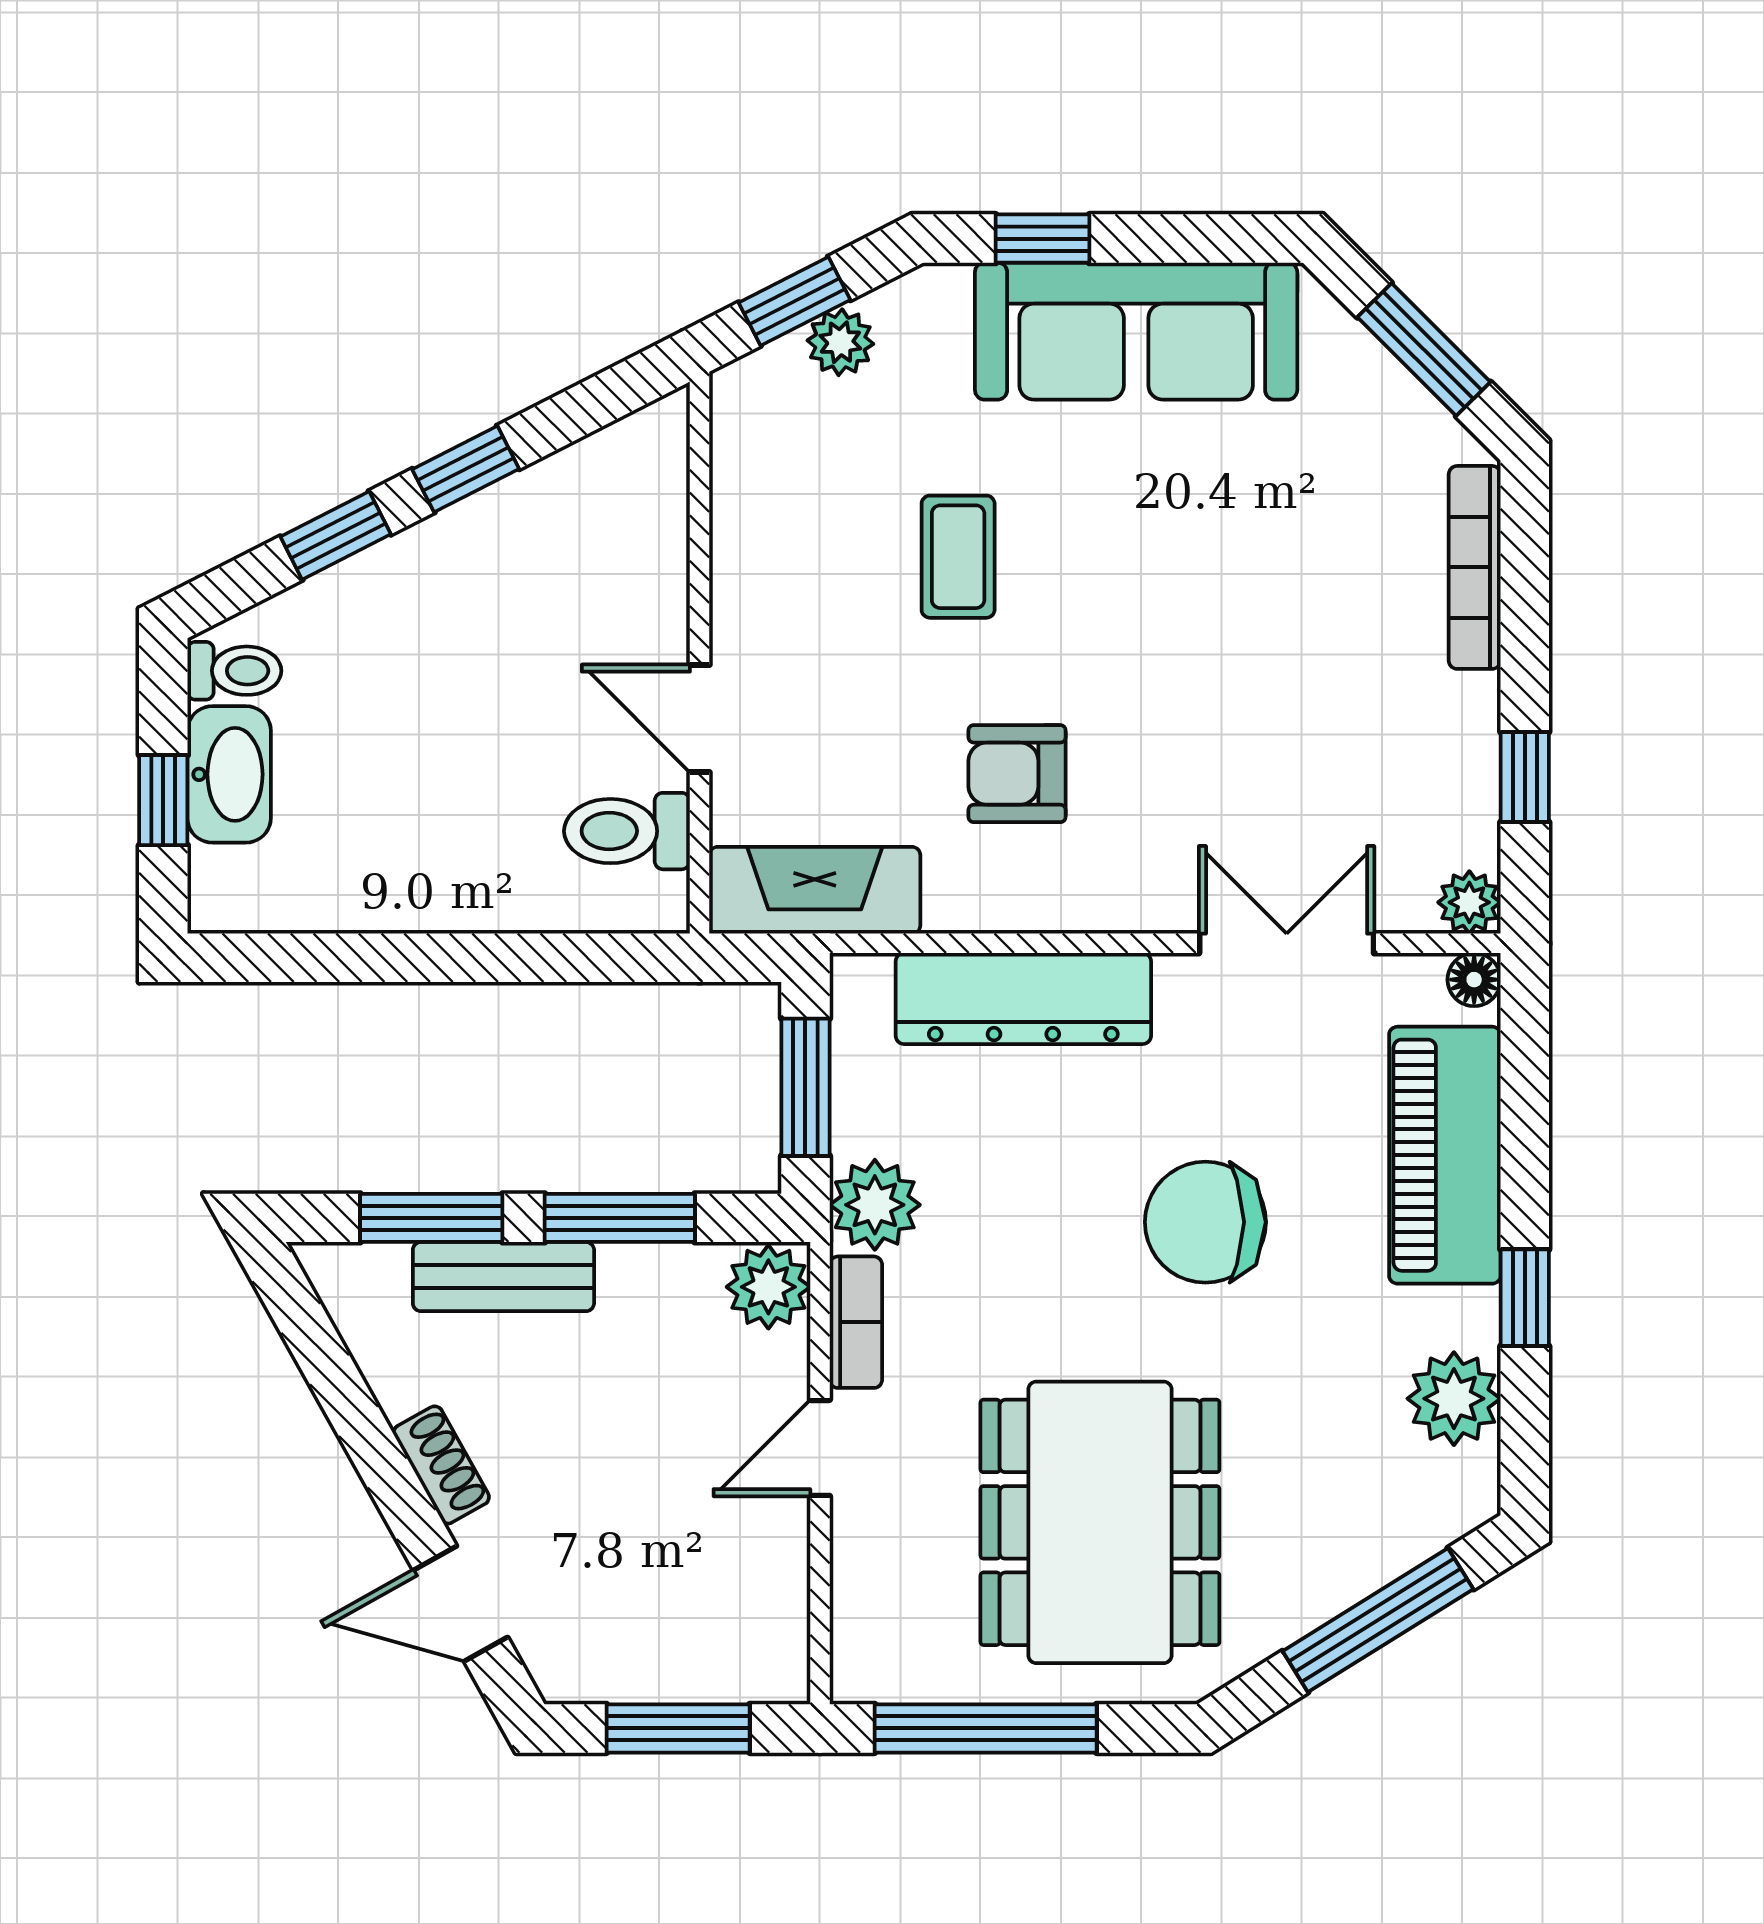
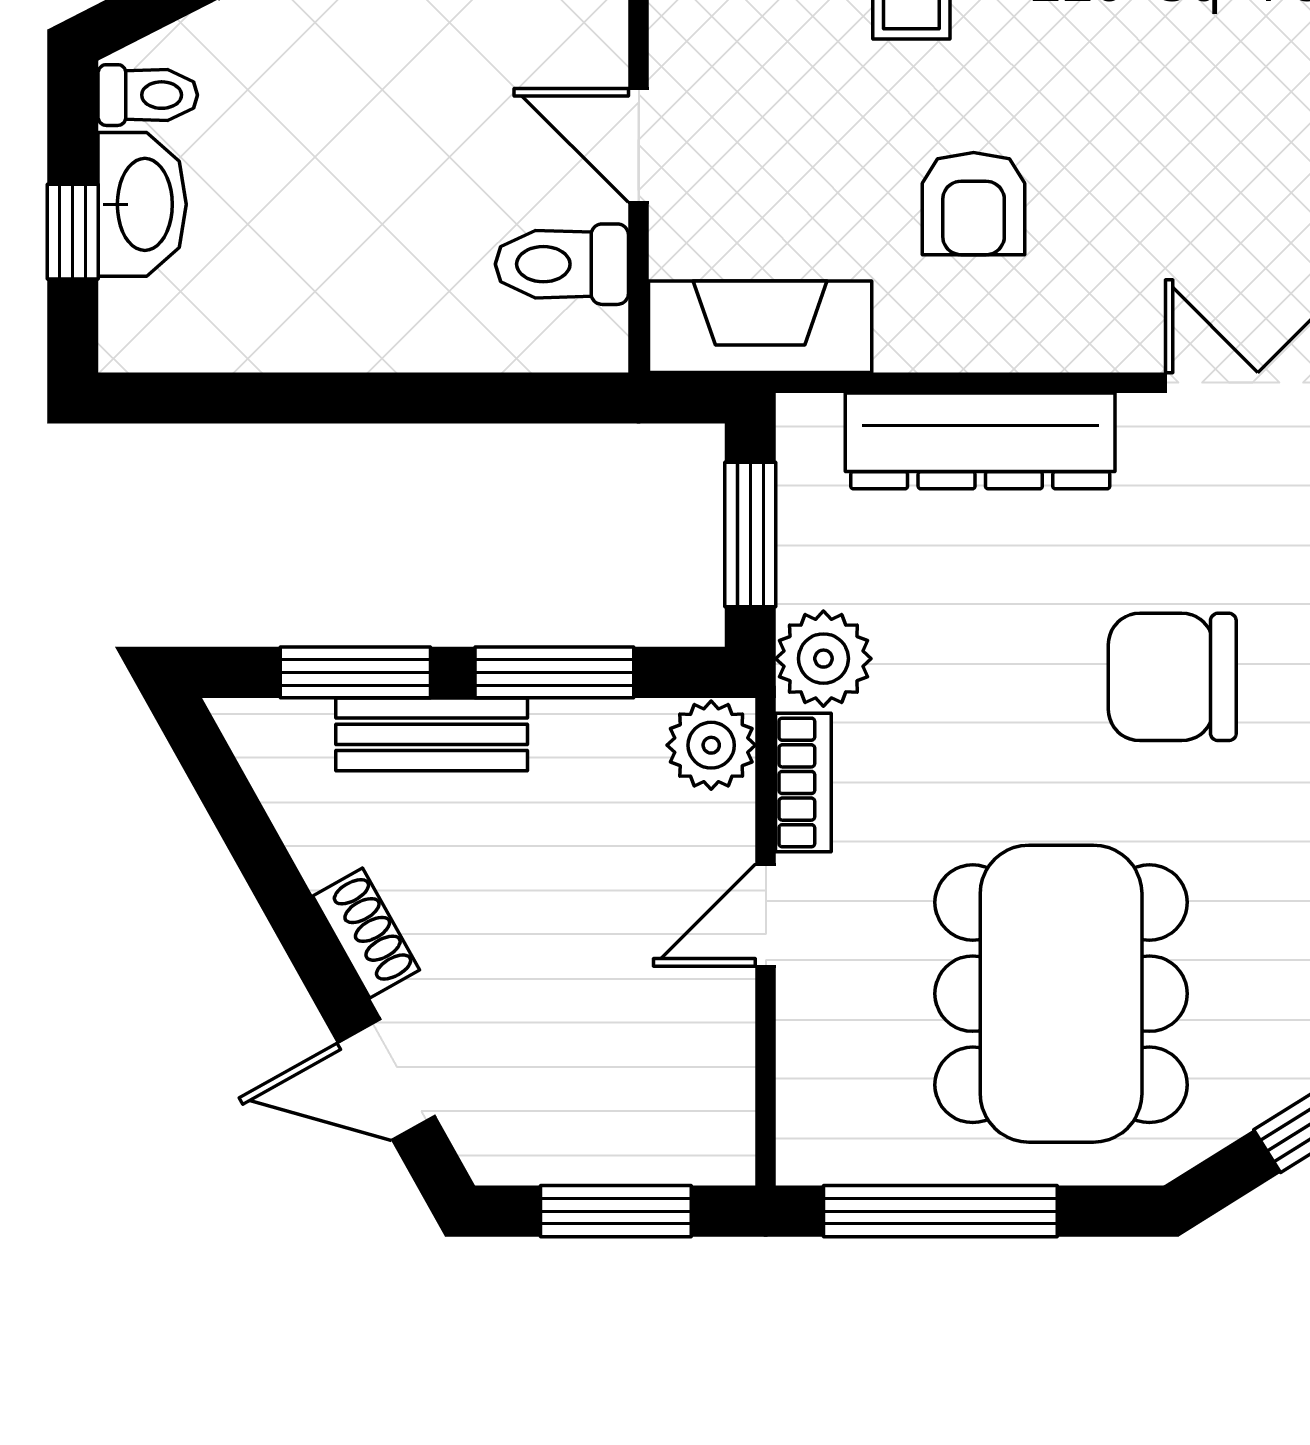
armchair: (1017, 774) -> (974, 204), turned -90

